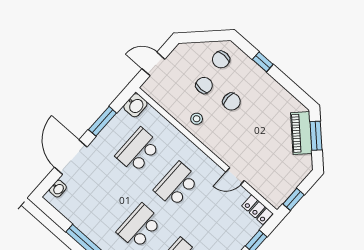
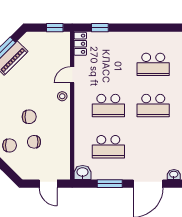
chair: (231, 102) -> (29, 117), turned 90
stool: (197, 119) -> (62, 96), moved
door: (235, 176) -> (72, 75), swing flipped

